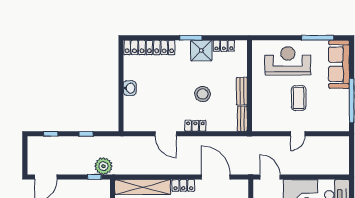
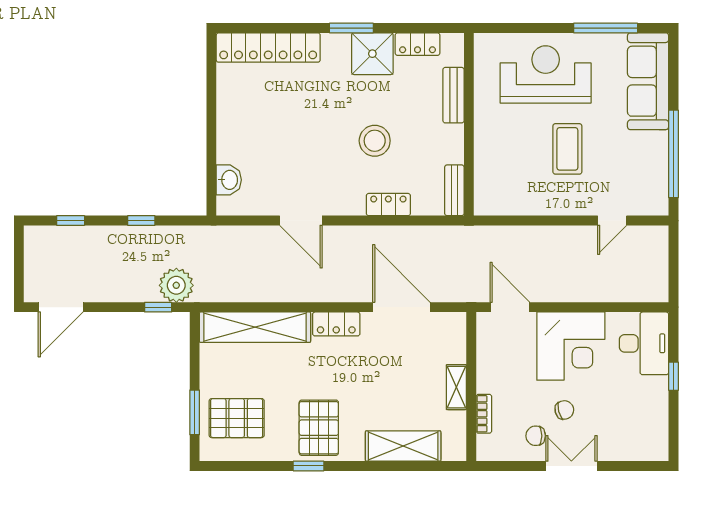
washbasin: (130, 88) -> (229, 180), moved
bench: (242, 91) -> (453, 95), moved
locker: (195, 126) -> (388, 205), moved
door: (298, 134) -> (612, 221), moved

